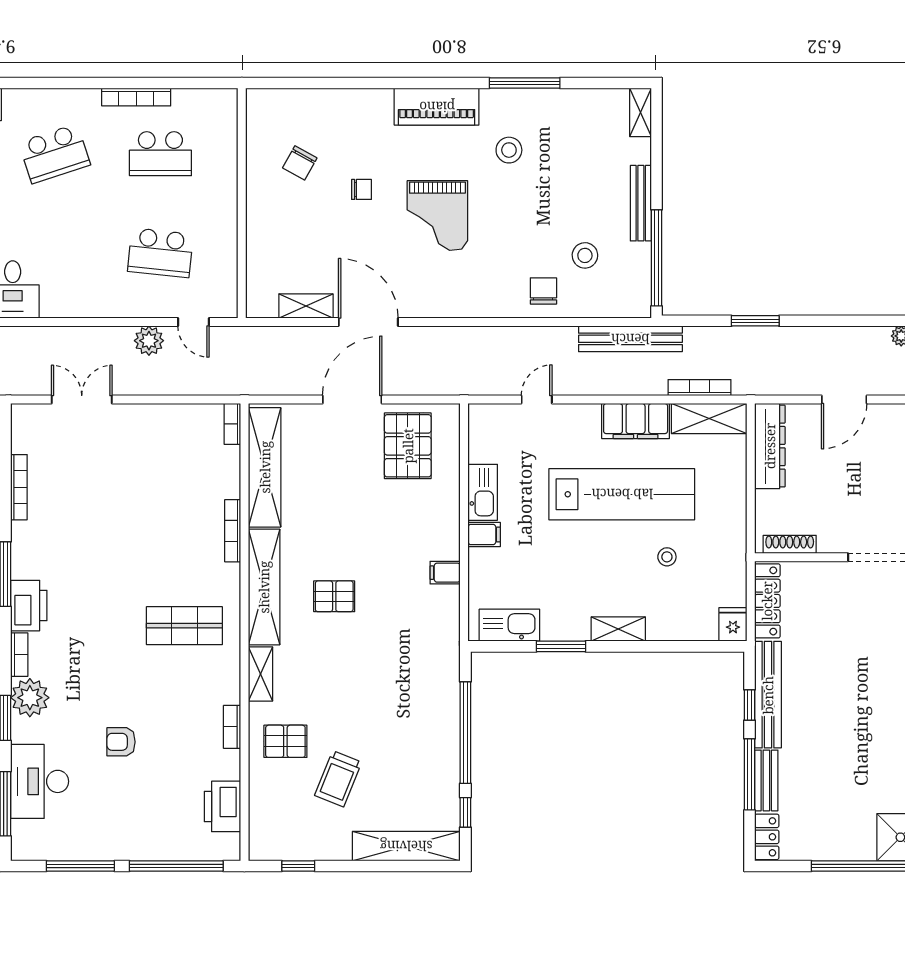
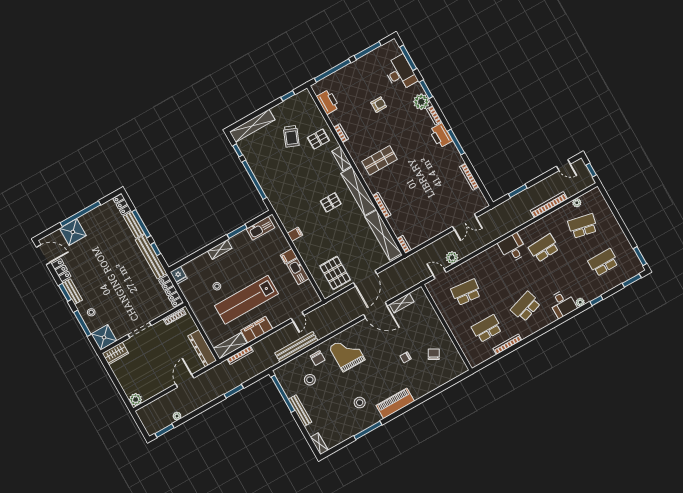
grand piano: (437, 216) -> (347, 353), moved
bench: (630, 339) -> (296, 347), moved
trolley: (338, 779) -> (291, 136), turned 180

